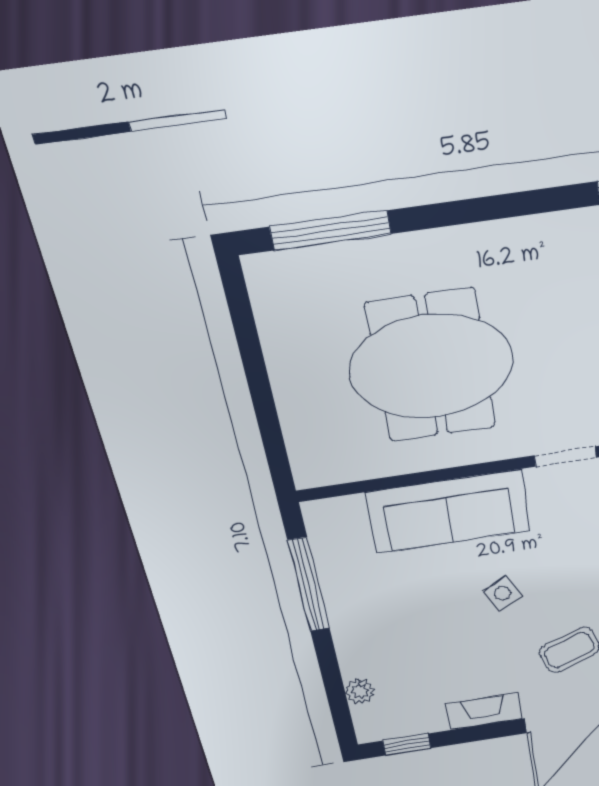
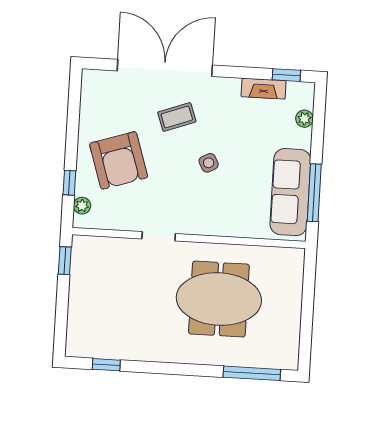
sofa: (448, 512) -> (290, 192), moved, turned -90
fireplace: (484, 711) -> (264, 89), moved

